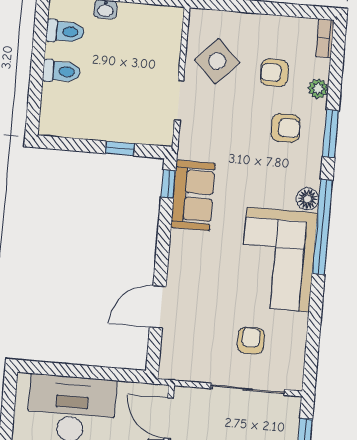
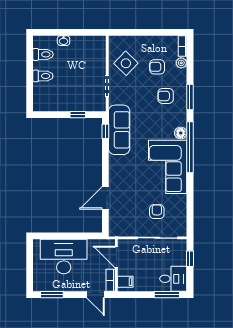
plant: (318, 89) -> (181, 63), moved
armchair: (286, 128) -> (166, 96), turned 180
sofa: (193, 195) -> (119, 130), width x1.36

